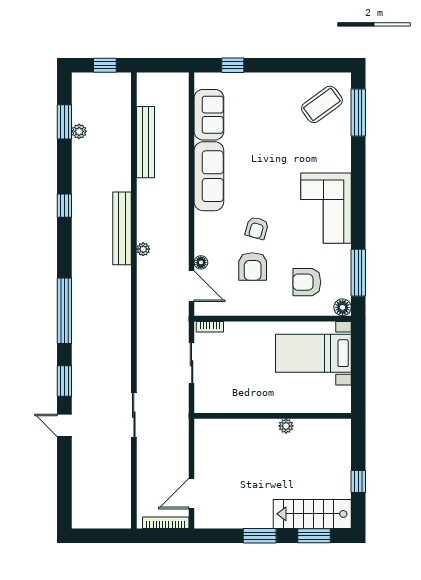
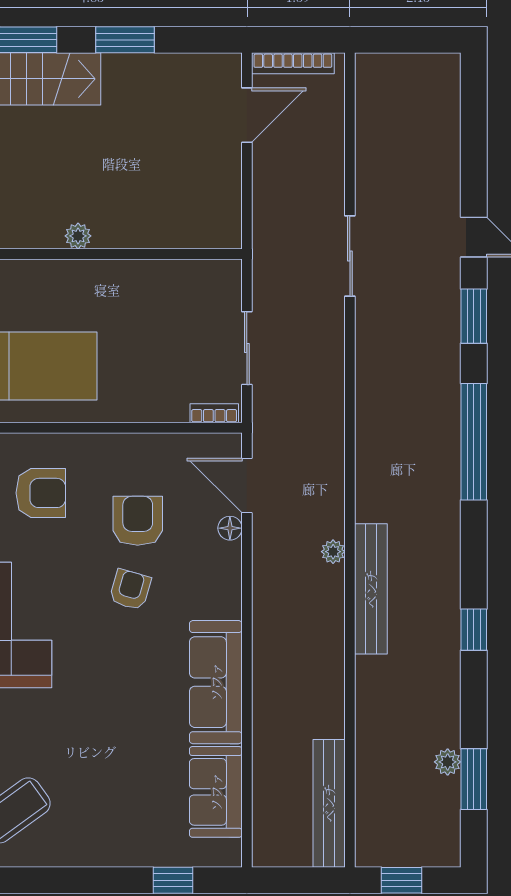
bench: (145, 142) -> (329, 803), moved

